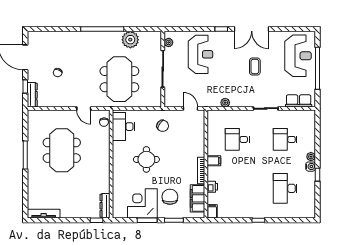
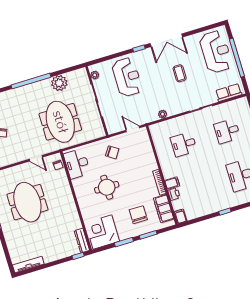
filing cabinet: (214, 161) -> (172, 183), moved
corner desk: (142, 203) -> (102, 232), moved

